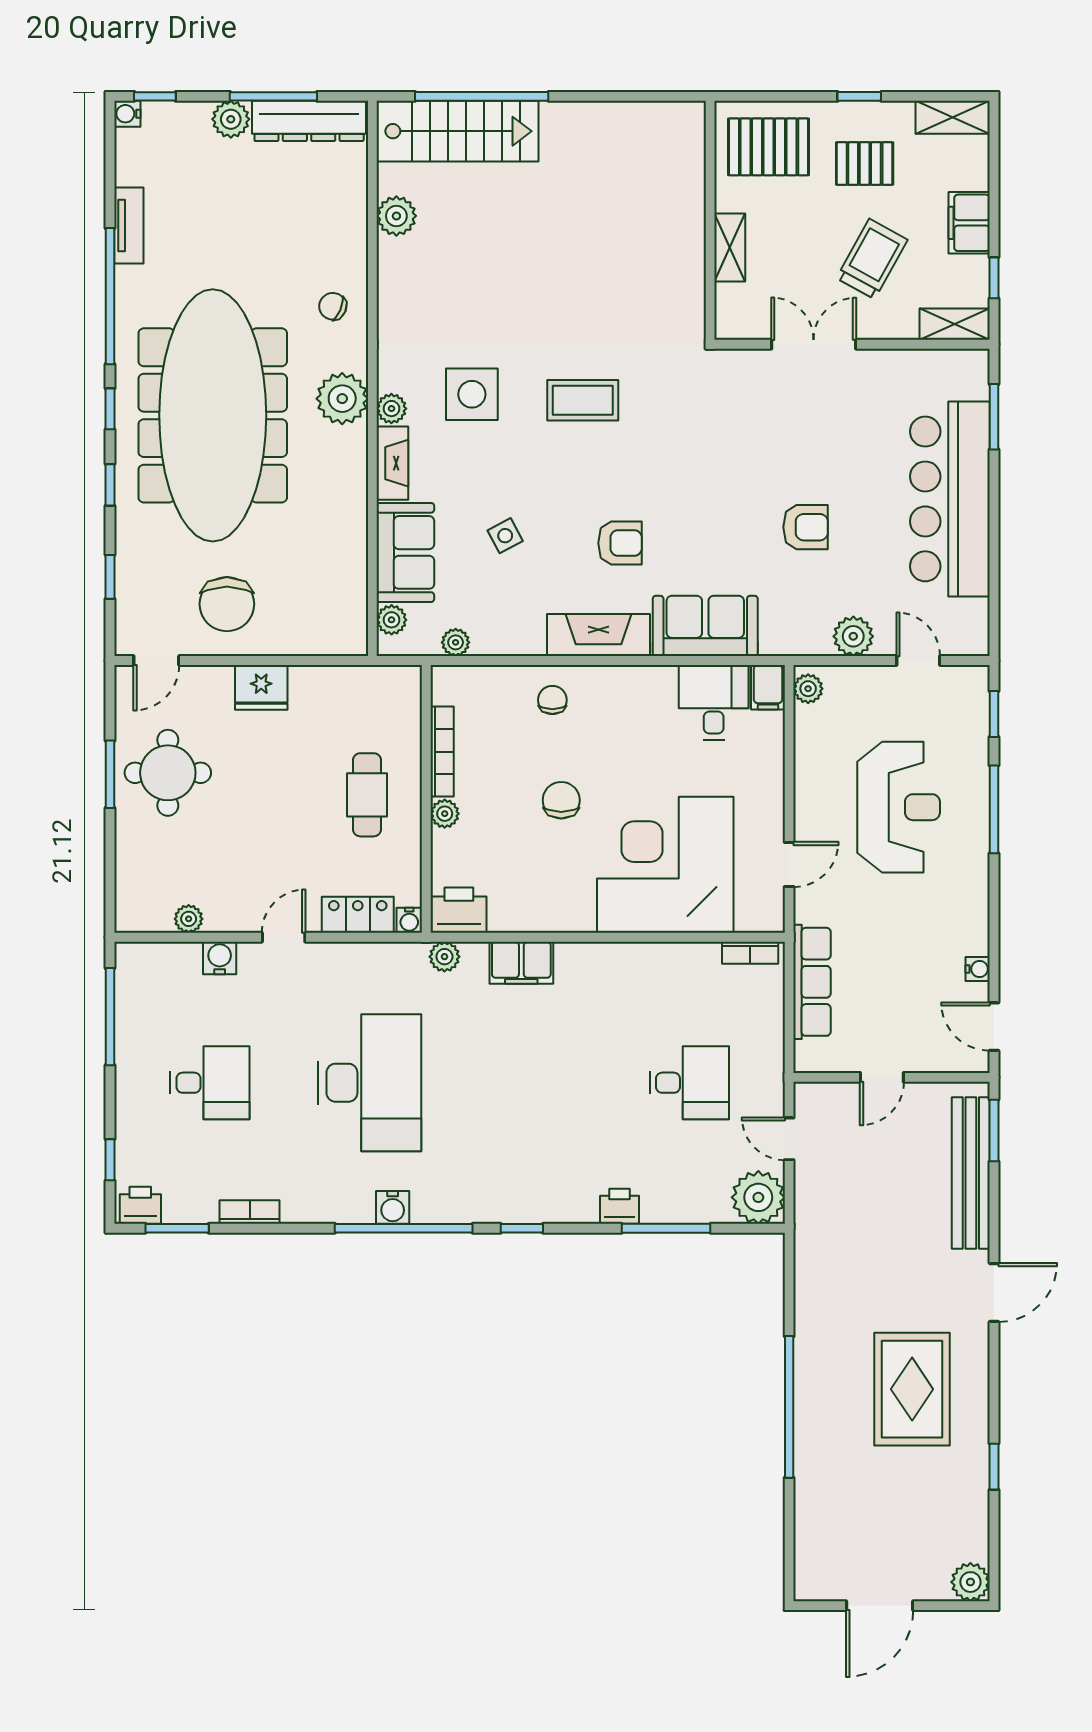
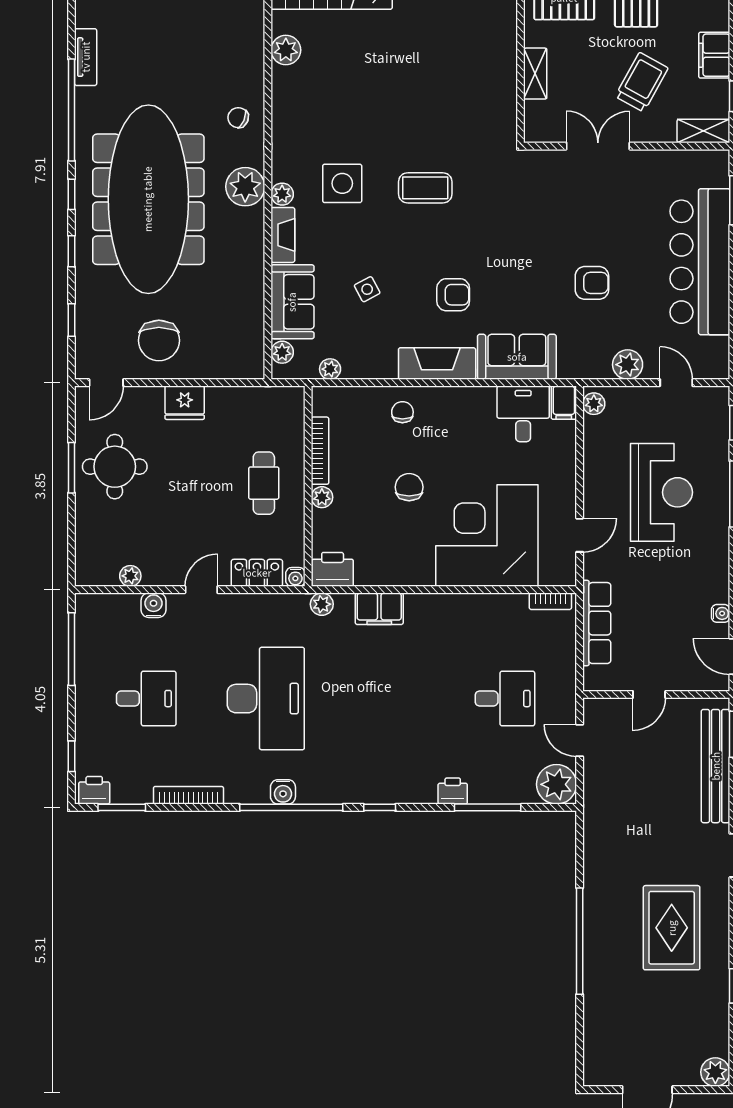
bookcase: (250, 1212) -> (188, 795), width x1.56

